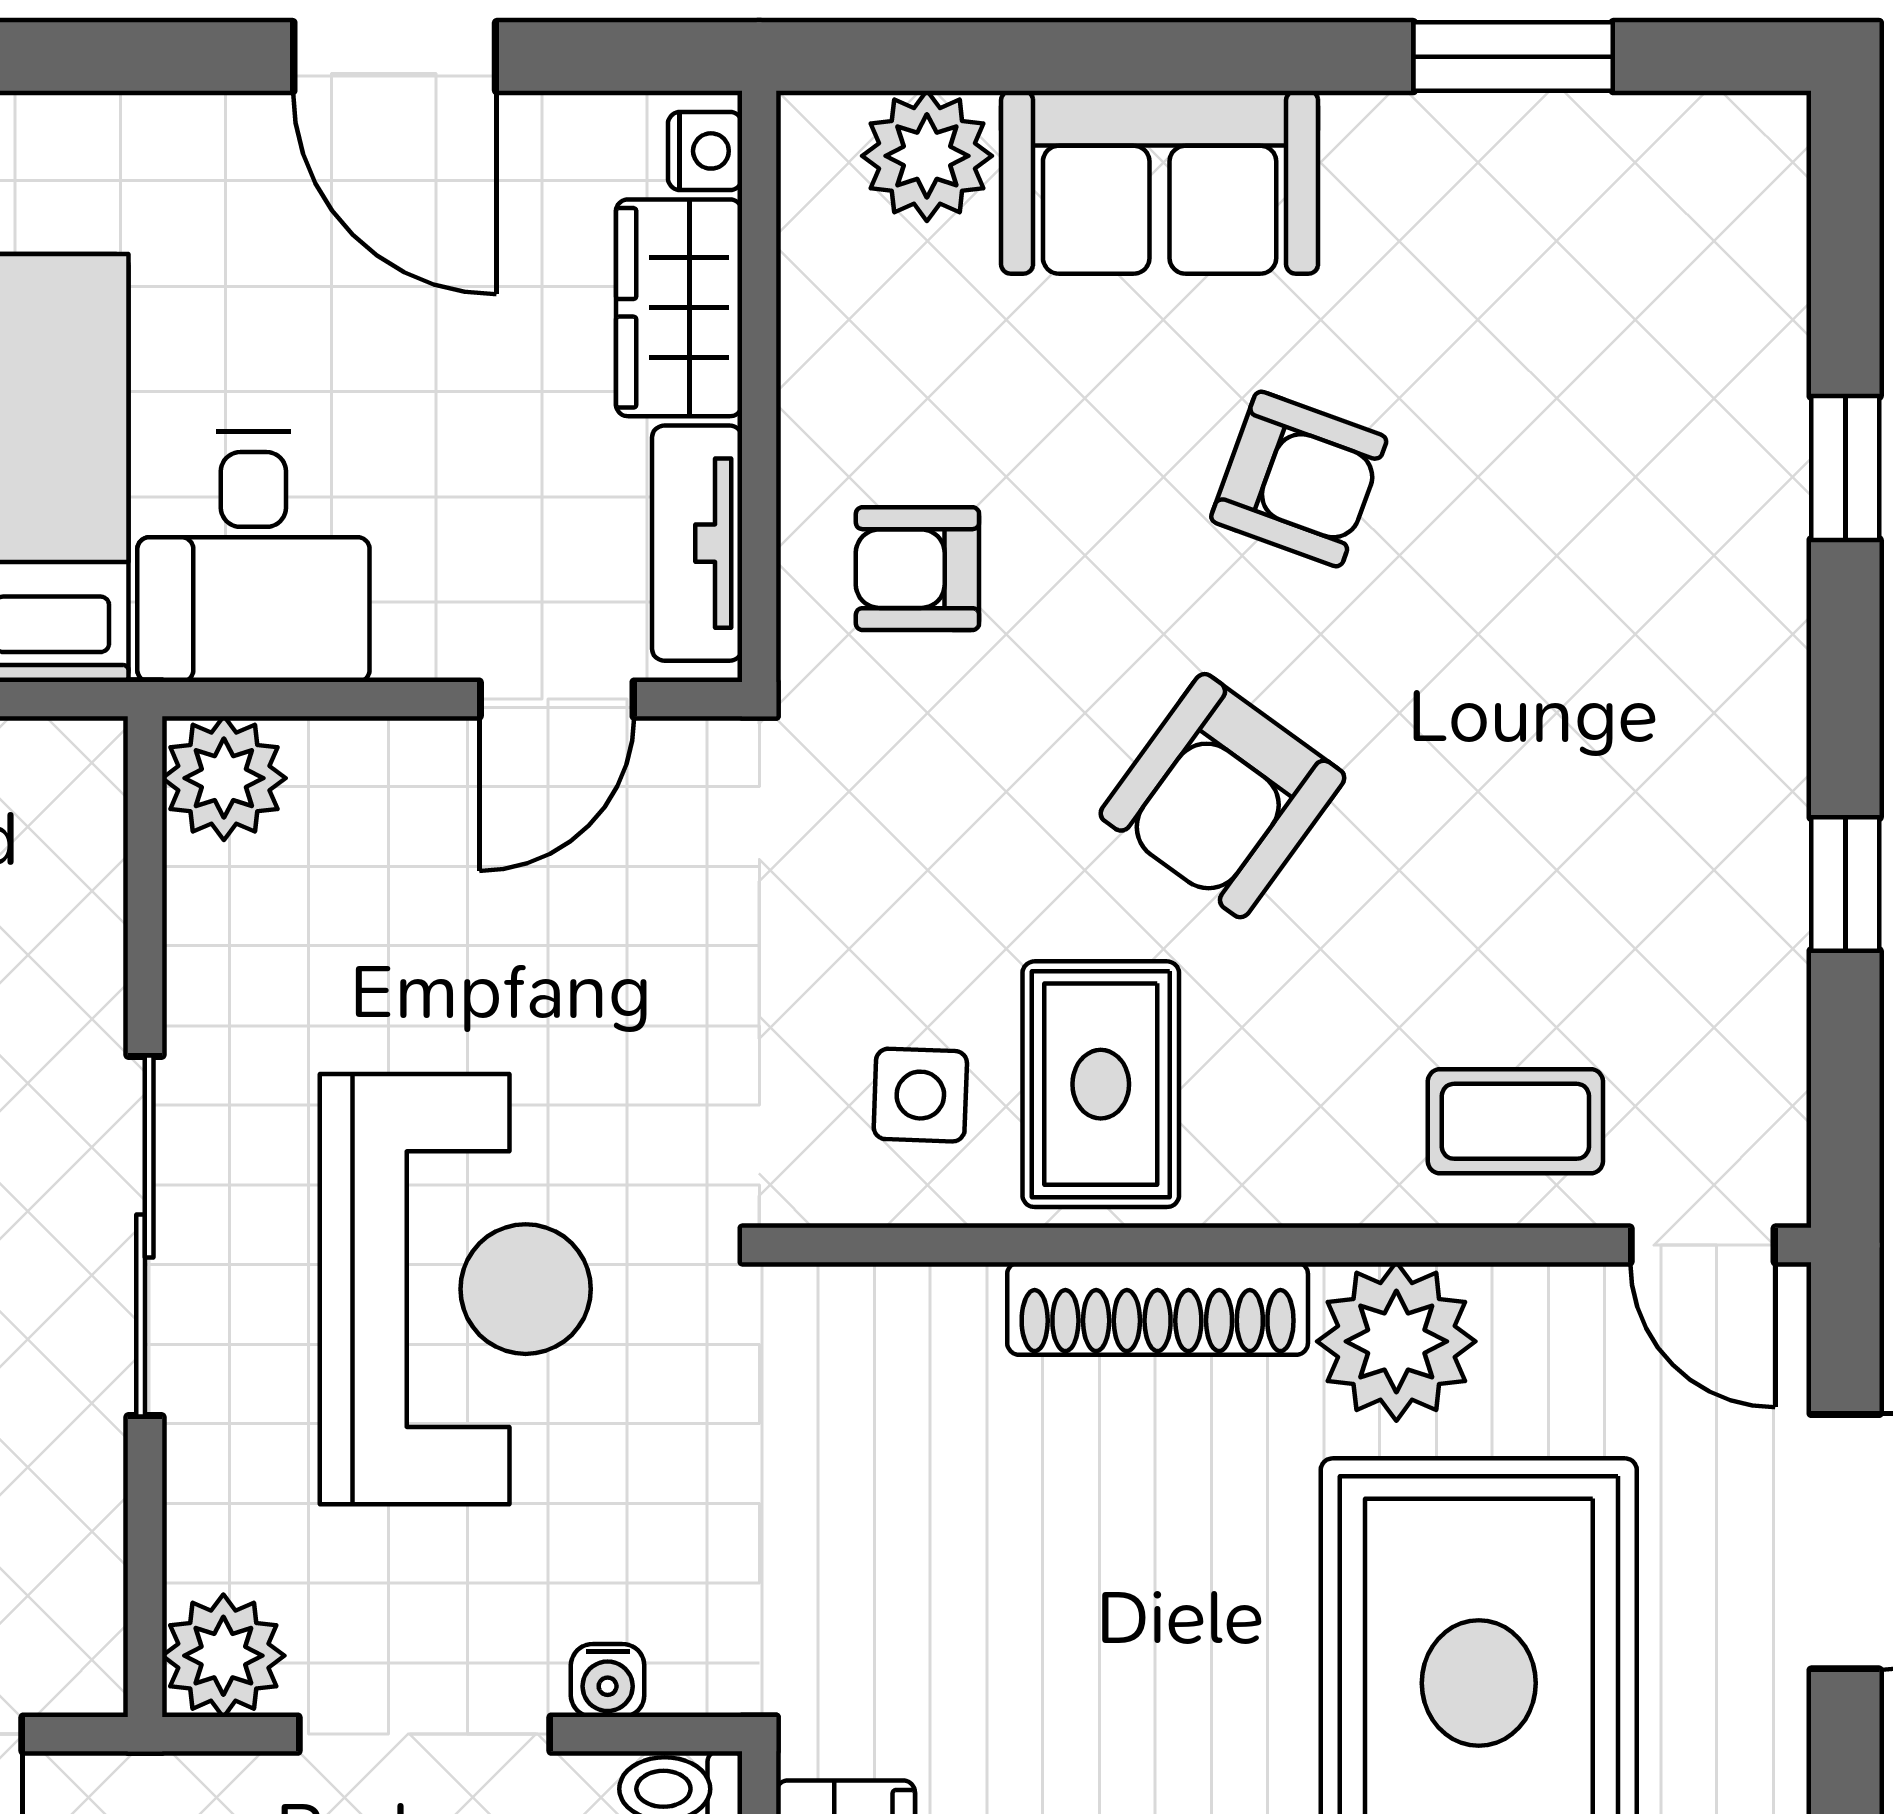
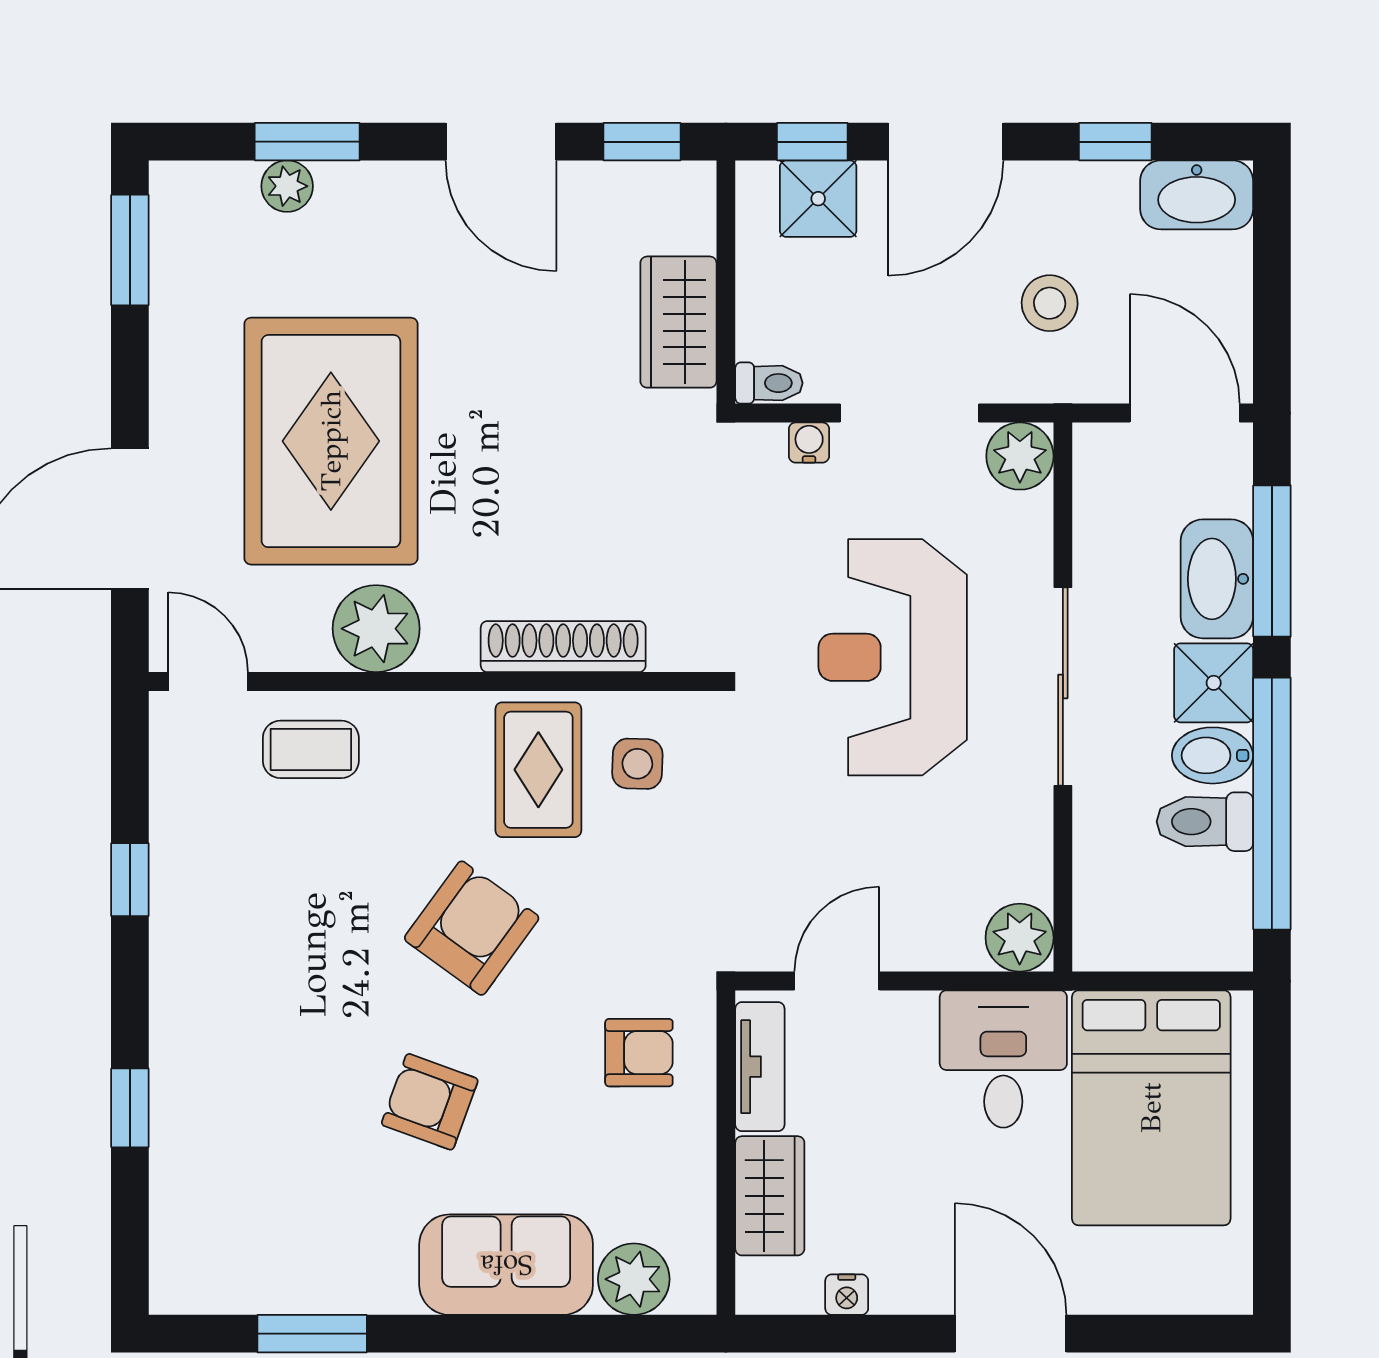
door: (395, 57) -> (1011, 1334), moved
nightstand: (705, 151) -> (847, 1295), moved, turned -90
shoe rack: (1158, 1309) -> (563, 647), moved

